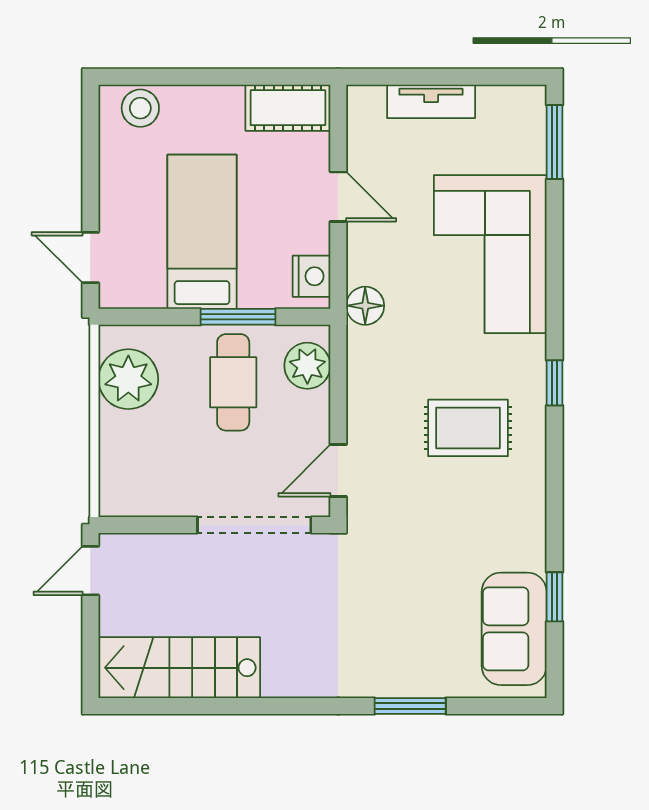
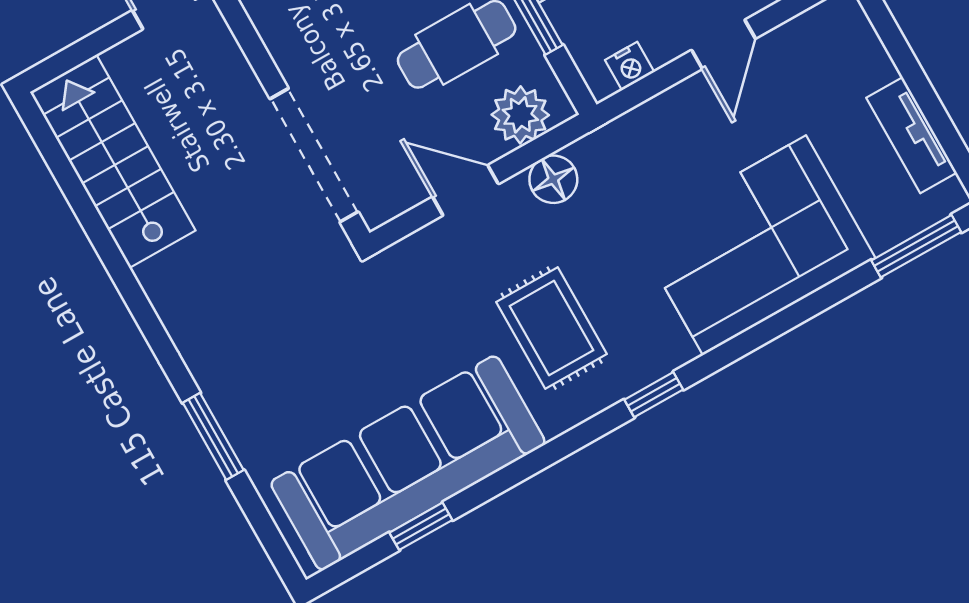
tv unit: (431, 101) -> (912, 135), moved
nightstand: (311, 276) -> (630, 66), width x0.72, depth x0.74
floor lamp: (365, 306) -> (553, 179), moved
door: (338, 471) -> (465, 190), moved
sofa: (514, 629) -> (408, 463), width x1.85, depth x1.27

